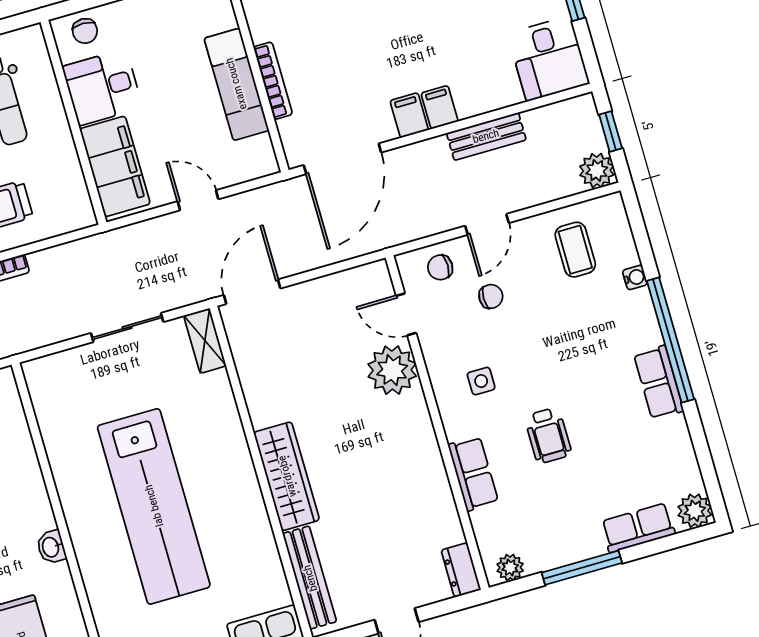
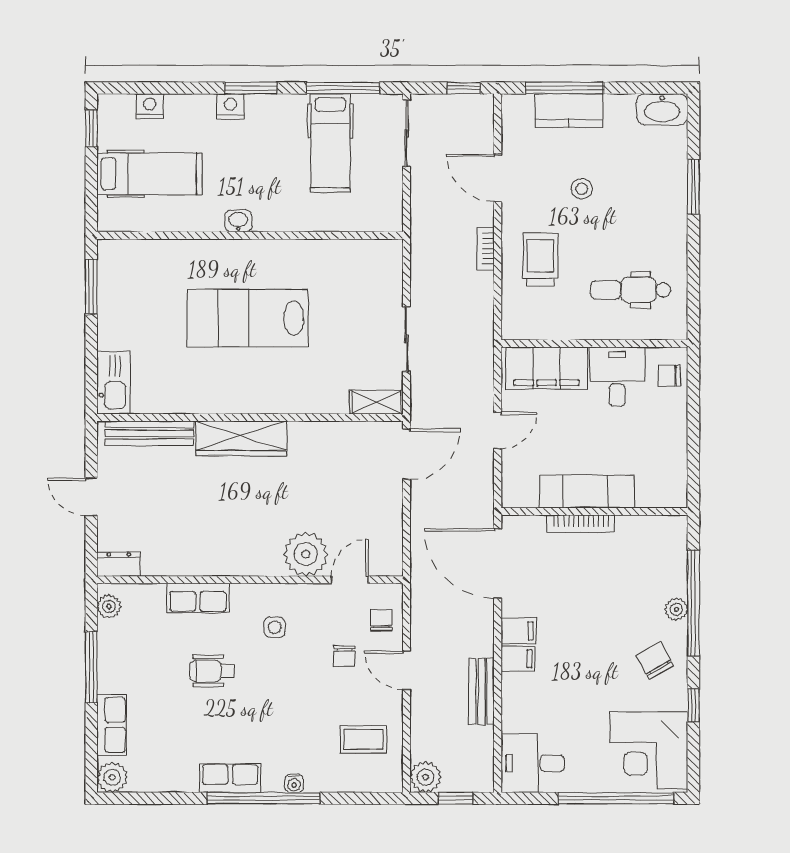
water cooler: (635, 277) -> (294, 783), moved
door: (252, 292) -> (407, 454), hinge flipped
lab bench: (154, 506) -> (248, 318), width x0.73

